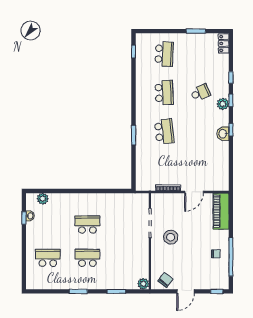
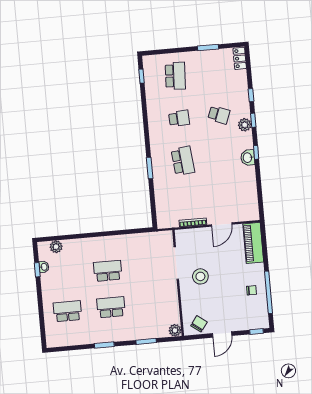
school desk: (164, 93) -> (179, 118), width x0.54
school desk: (200, 93) -> (219, 115), turned 45

